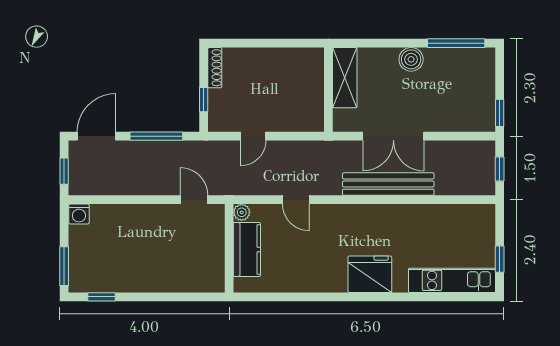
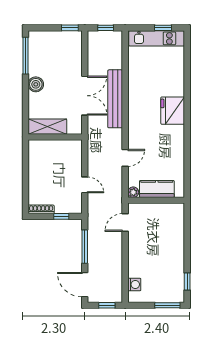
washing machine: (79, 214) -> (134, 284), moved
kitchen unit: (452, 280) -> (157, 38), moved, turned -90

